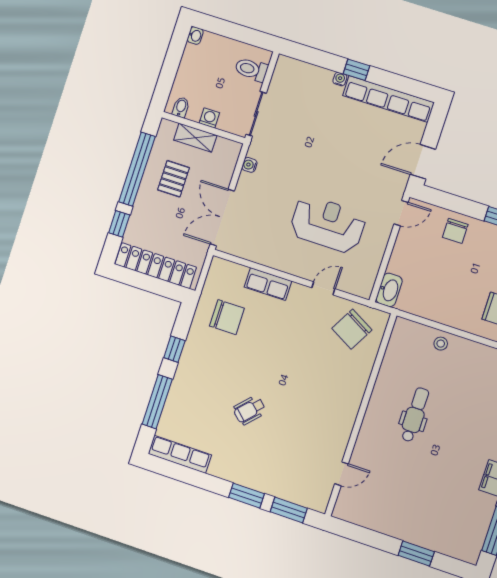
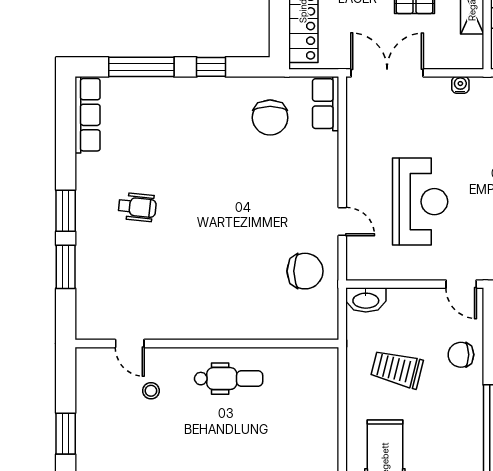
row of seats: (268, 284) -> (326, 104), moved
trolley: (450, 284) -> (397, 369), added
chair: (352, 329) -> (305, 271), turned 151
stool: (441, 344) -> (151, 391), moved
wheelchair: (249, 410) -> (137, 207), moved, turned 143
wall: (361, 415) -> (207, 343), moved
door: (341, 474) -> (130, 343), moved

